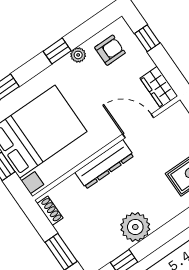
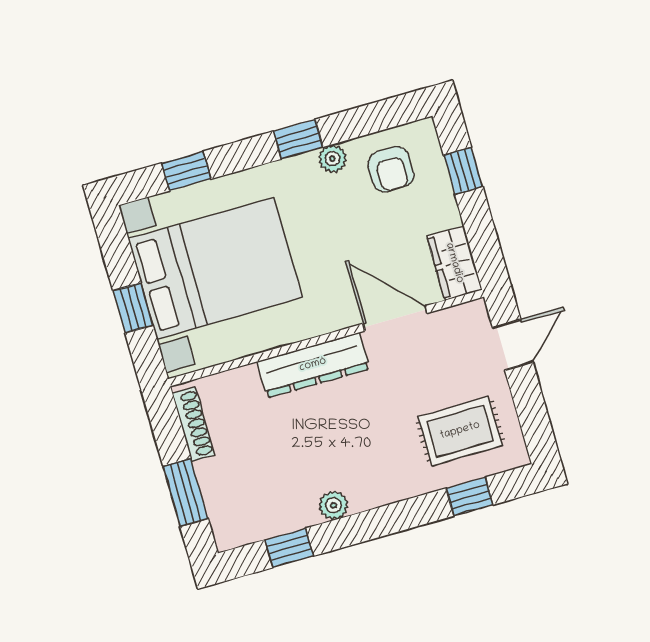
armchair: (110, 50) -> (391, 169), turned 90
shoe rack: (50, 211) -> (193, 424), width x1.43
plant: (135, 227) -> (333, 505), width x0.53, depth x0.53

